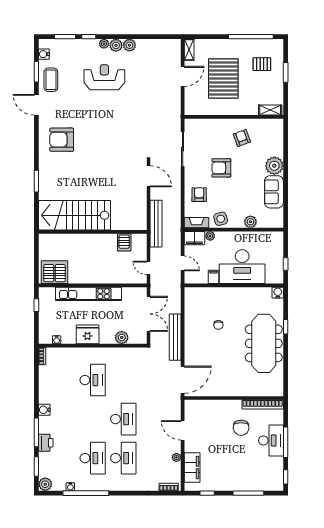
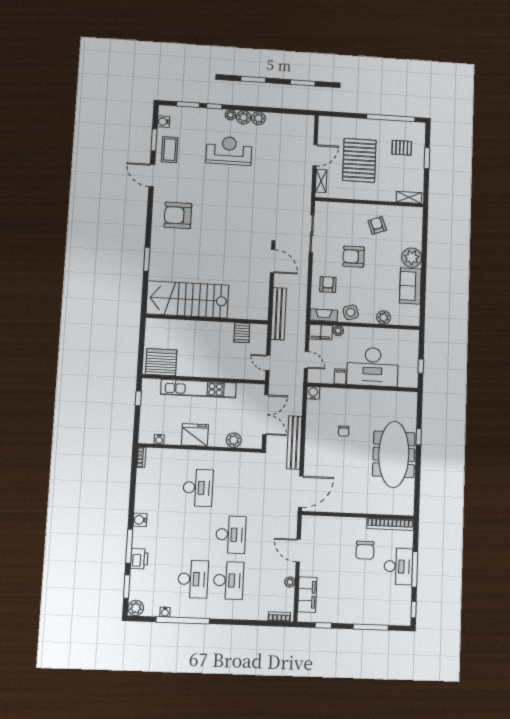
shelving: (189, 50) -> (321, 181), moved
water cooler: (278, 293) -> (313, 393), moved

